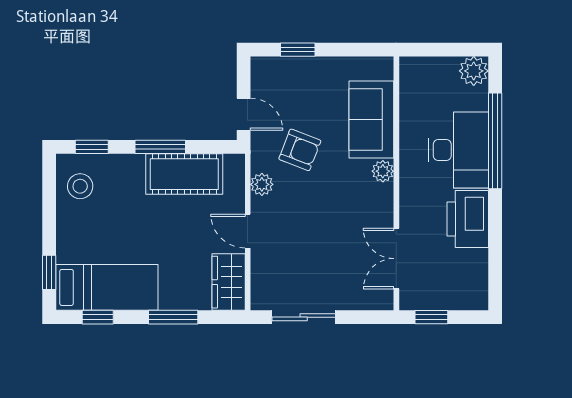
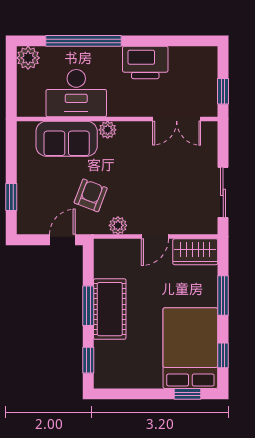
desk: (458, 150) -> (76, 93), moved, turned 180
cot: (184, 174) -> (110, 309), moved
stool: (80, 186) -> (119, 369), removed
bed: (107, 287) -> (190, 348), width x1.50

